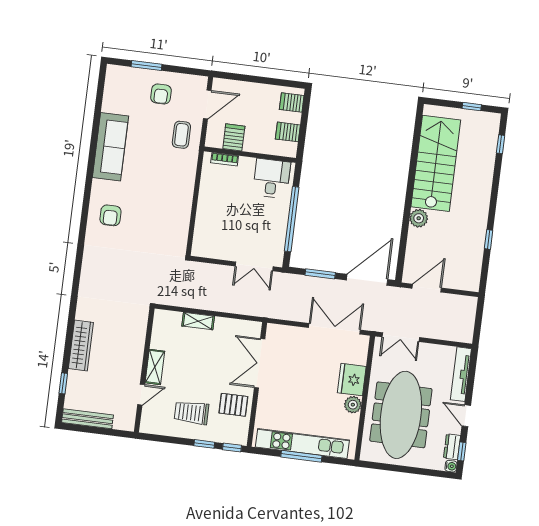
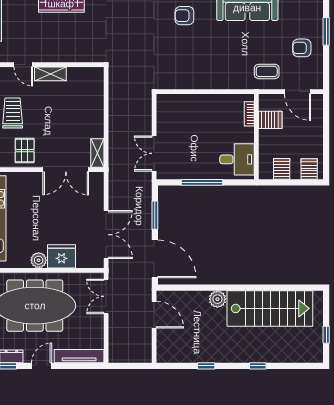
window: (501, 144) -> (258, 366), moved
window: (292, 219) -> (202, 182), width x0.68
shelving: (198, 321) -> (97, 153), moved
double door: (260, 363) -> (66, 170), swing flipped

